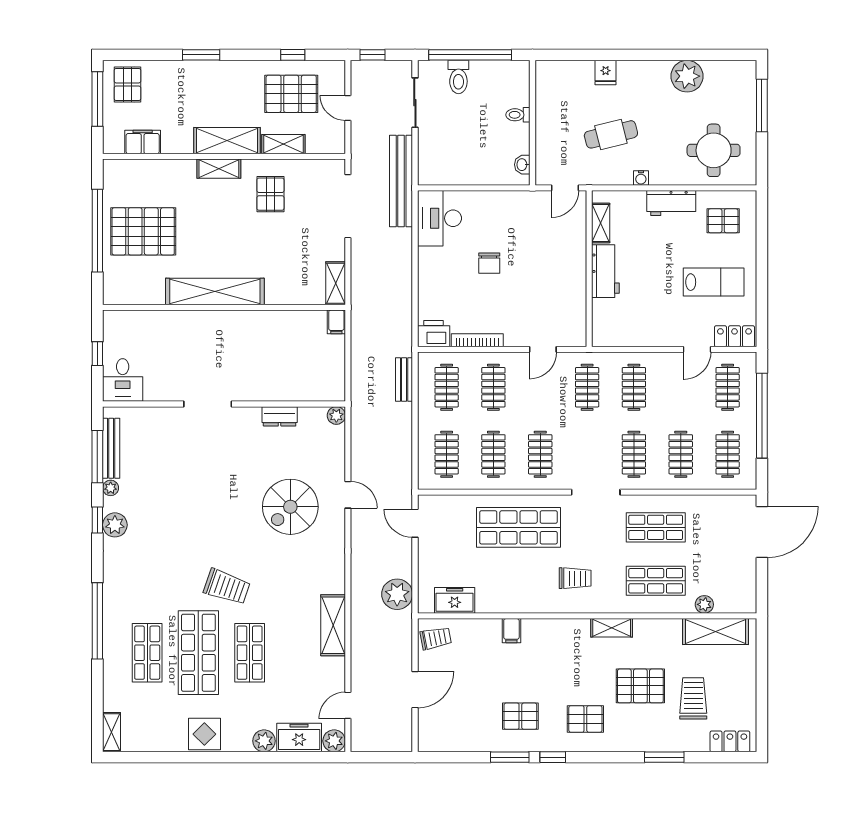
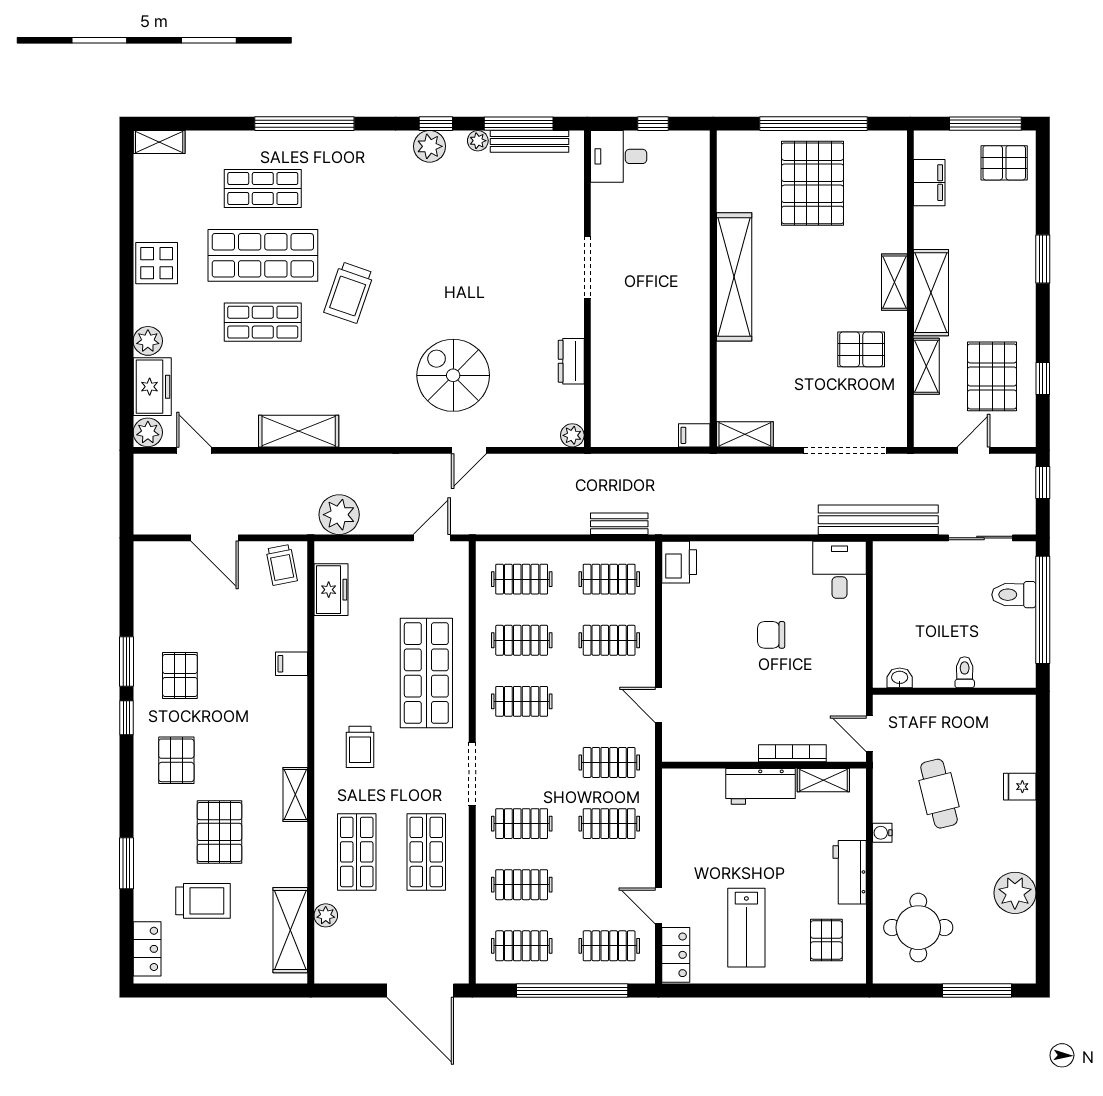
desk: (439, 218) -> (840, 570), width x0.73
bookcase: (477, 340) -> (792, 753), moved, turned -90

